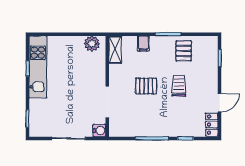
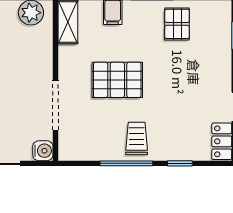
pallet: (146, 86) -> (117, 80), width x1.50, depth x1.42
trolley: (179, 86) -> (137, 138), moved

